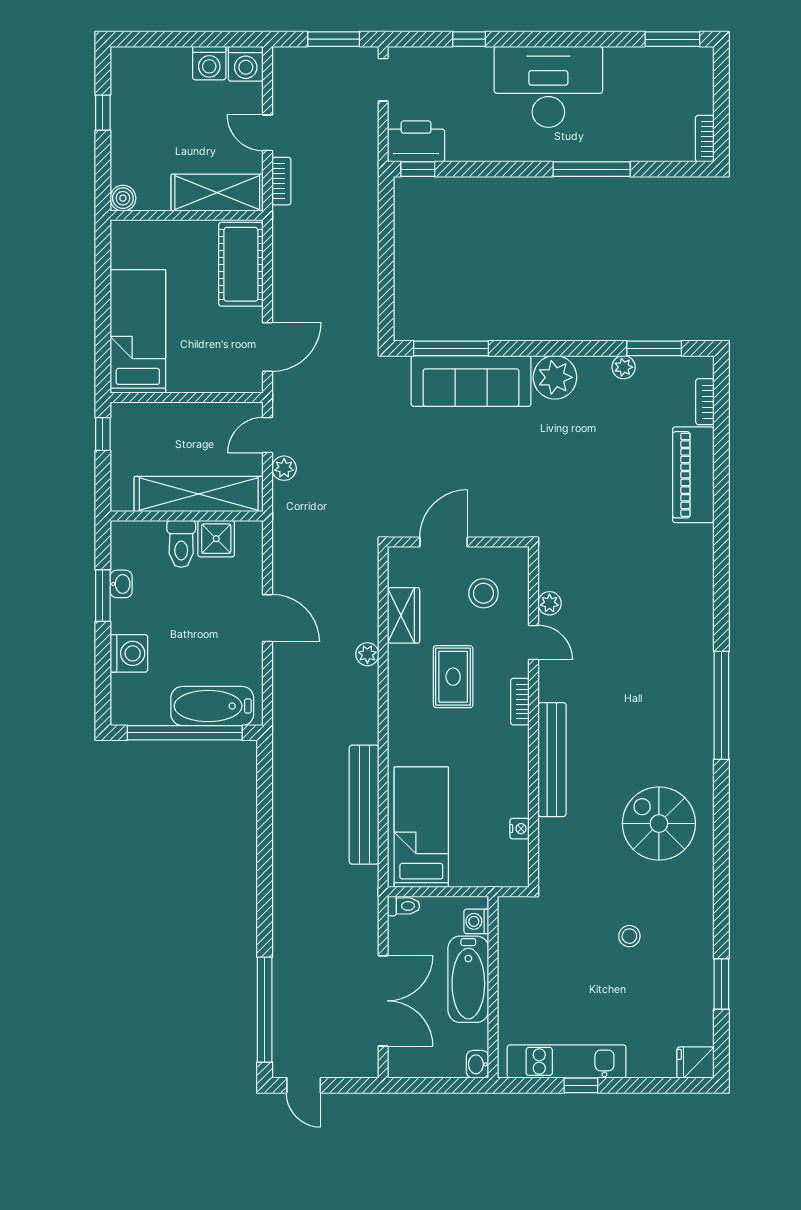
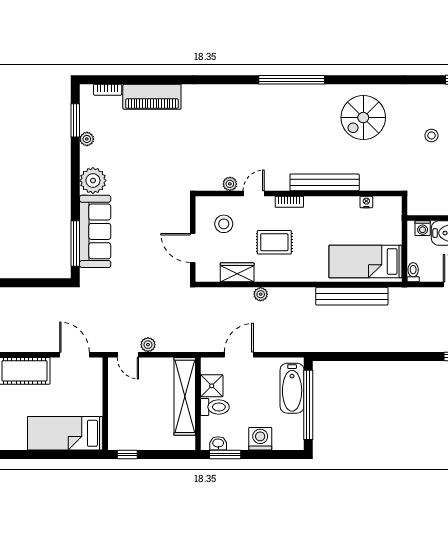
shelving: (199, 494) -> (185, 396), moved
wall: (187, 516) -> (198, 404), moved
shower: (216, 539) -> (212, 386), moved
toilet: (181, 544) -> (215, 407), moved

